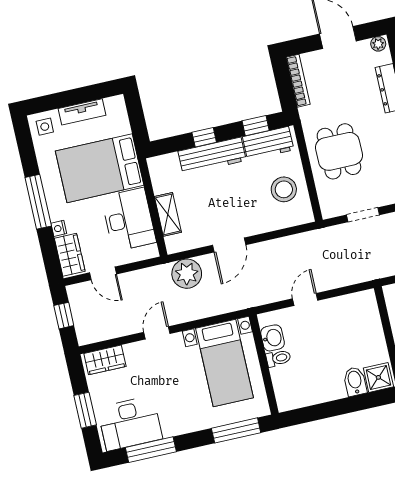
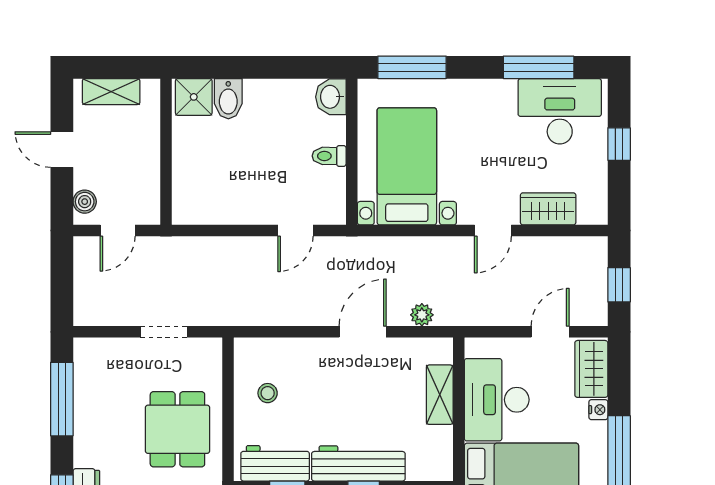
stool: (284, 189) -> (268, 393), width x0.53, depth x0.53
door: (103, 273) -> (550, 332), hinge flipped
plant: (187, 274) -> (422, 315), width x0.53, depth x0.53
door: (305, 299) -> (295, 231), moved
washbasin: (273, 338) -> (331, 97), moved
wardrobe: (105, 360) -> (548, 209), moved
window: (85, 410) -> (619, 144), width x0.67

